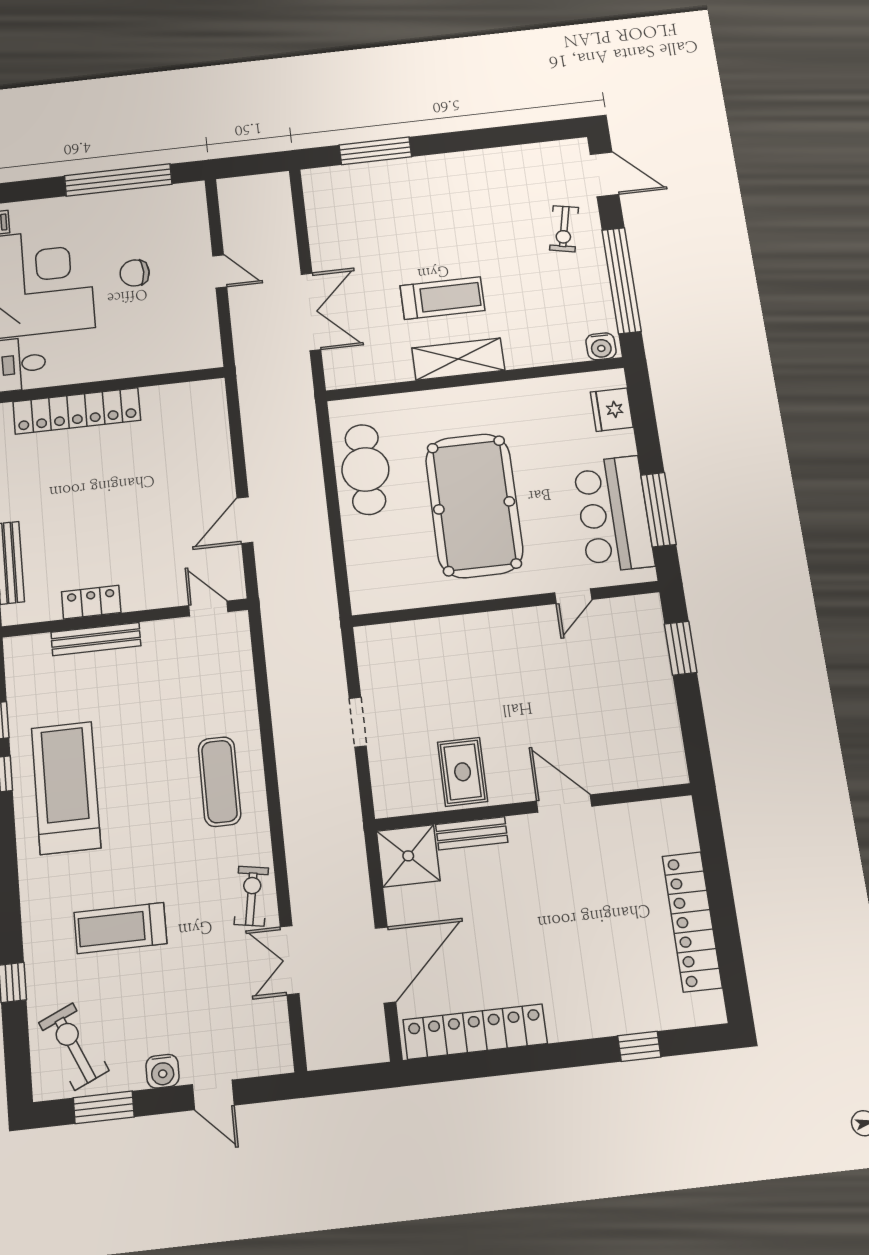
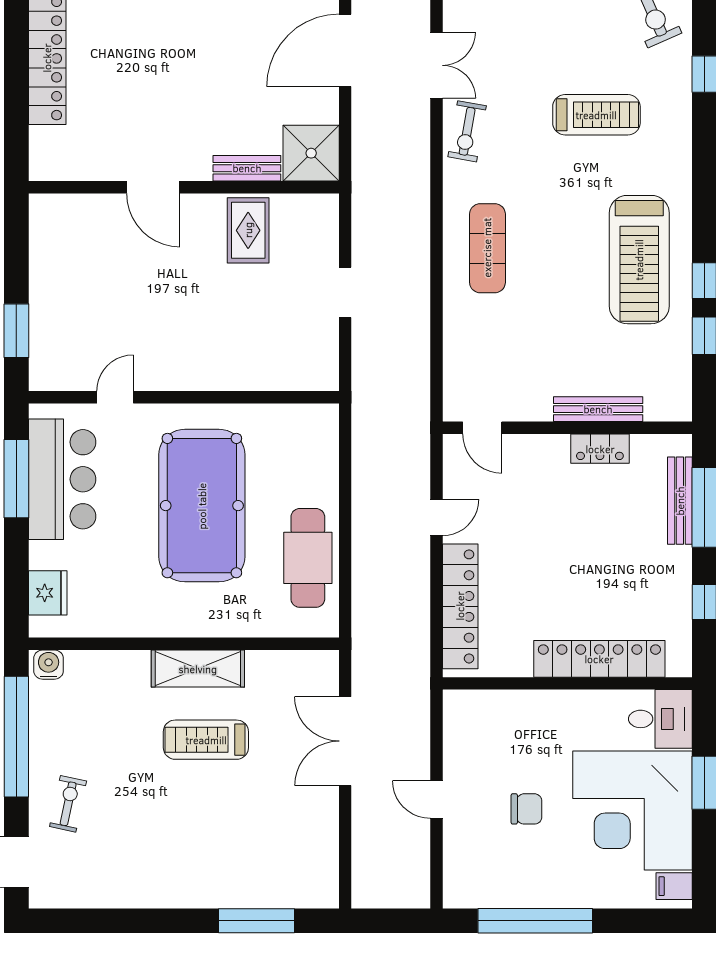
locker: (214, 442) -> (460, 606), added
door: (245, 520) -> (436, 518), width x0.73

